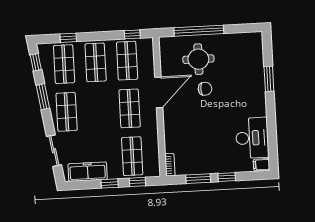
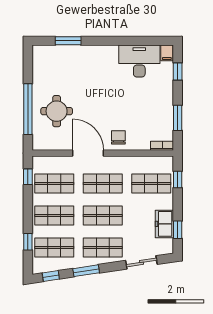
window: (269, 79) -> (68, 41), moved
chair: (205, 89) -> (118, 137), moved
shop shelf: (98, 110) -> (103, 216), added
freezer: (88, 172) -> (164, 224), width x0.71
window: (227, 177) -> (178, 72), moved
window: (110, 183) -> (178, 230), moved

